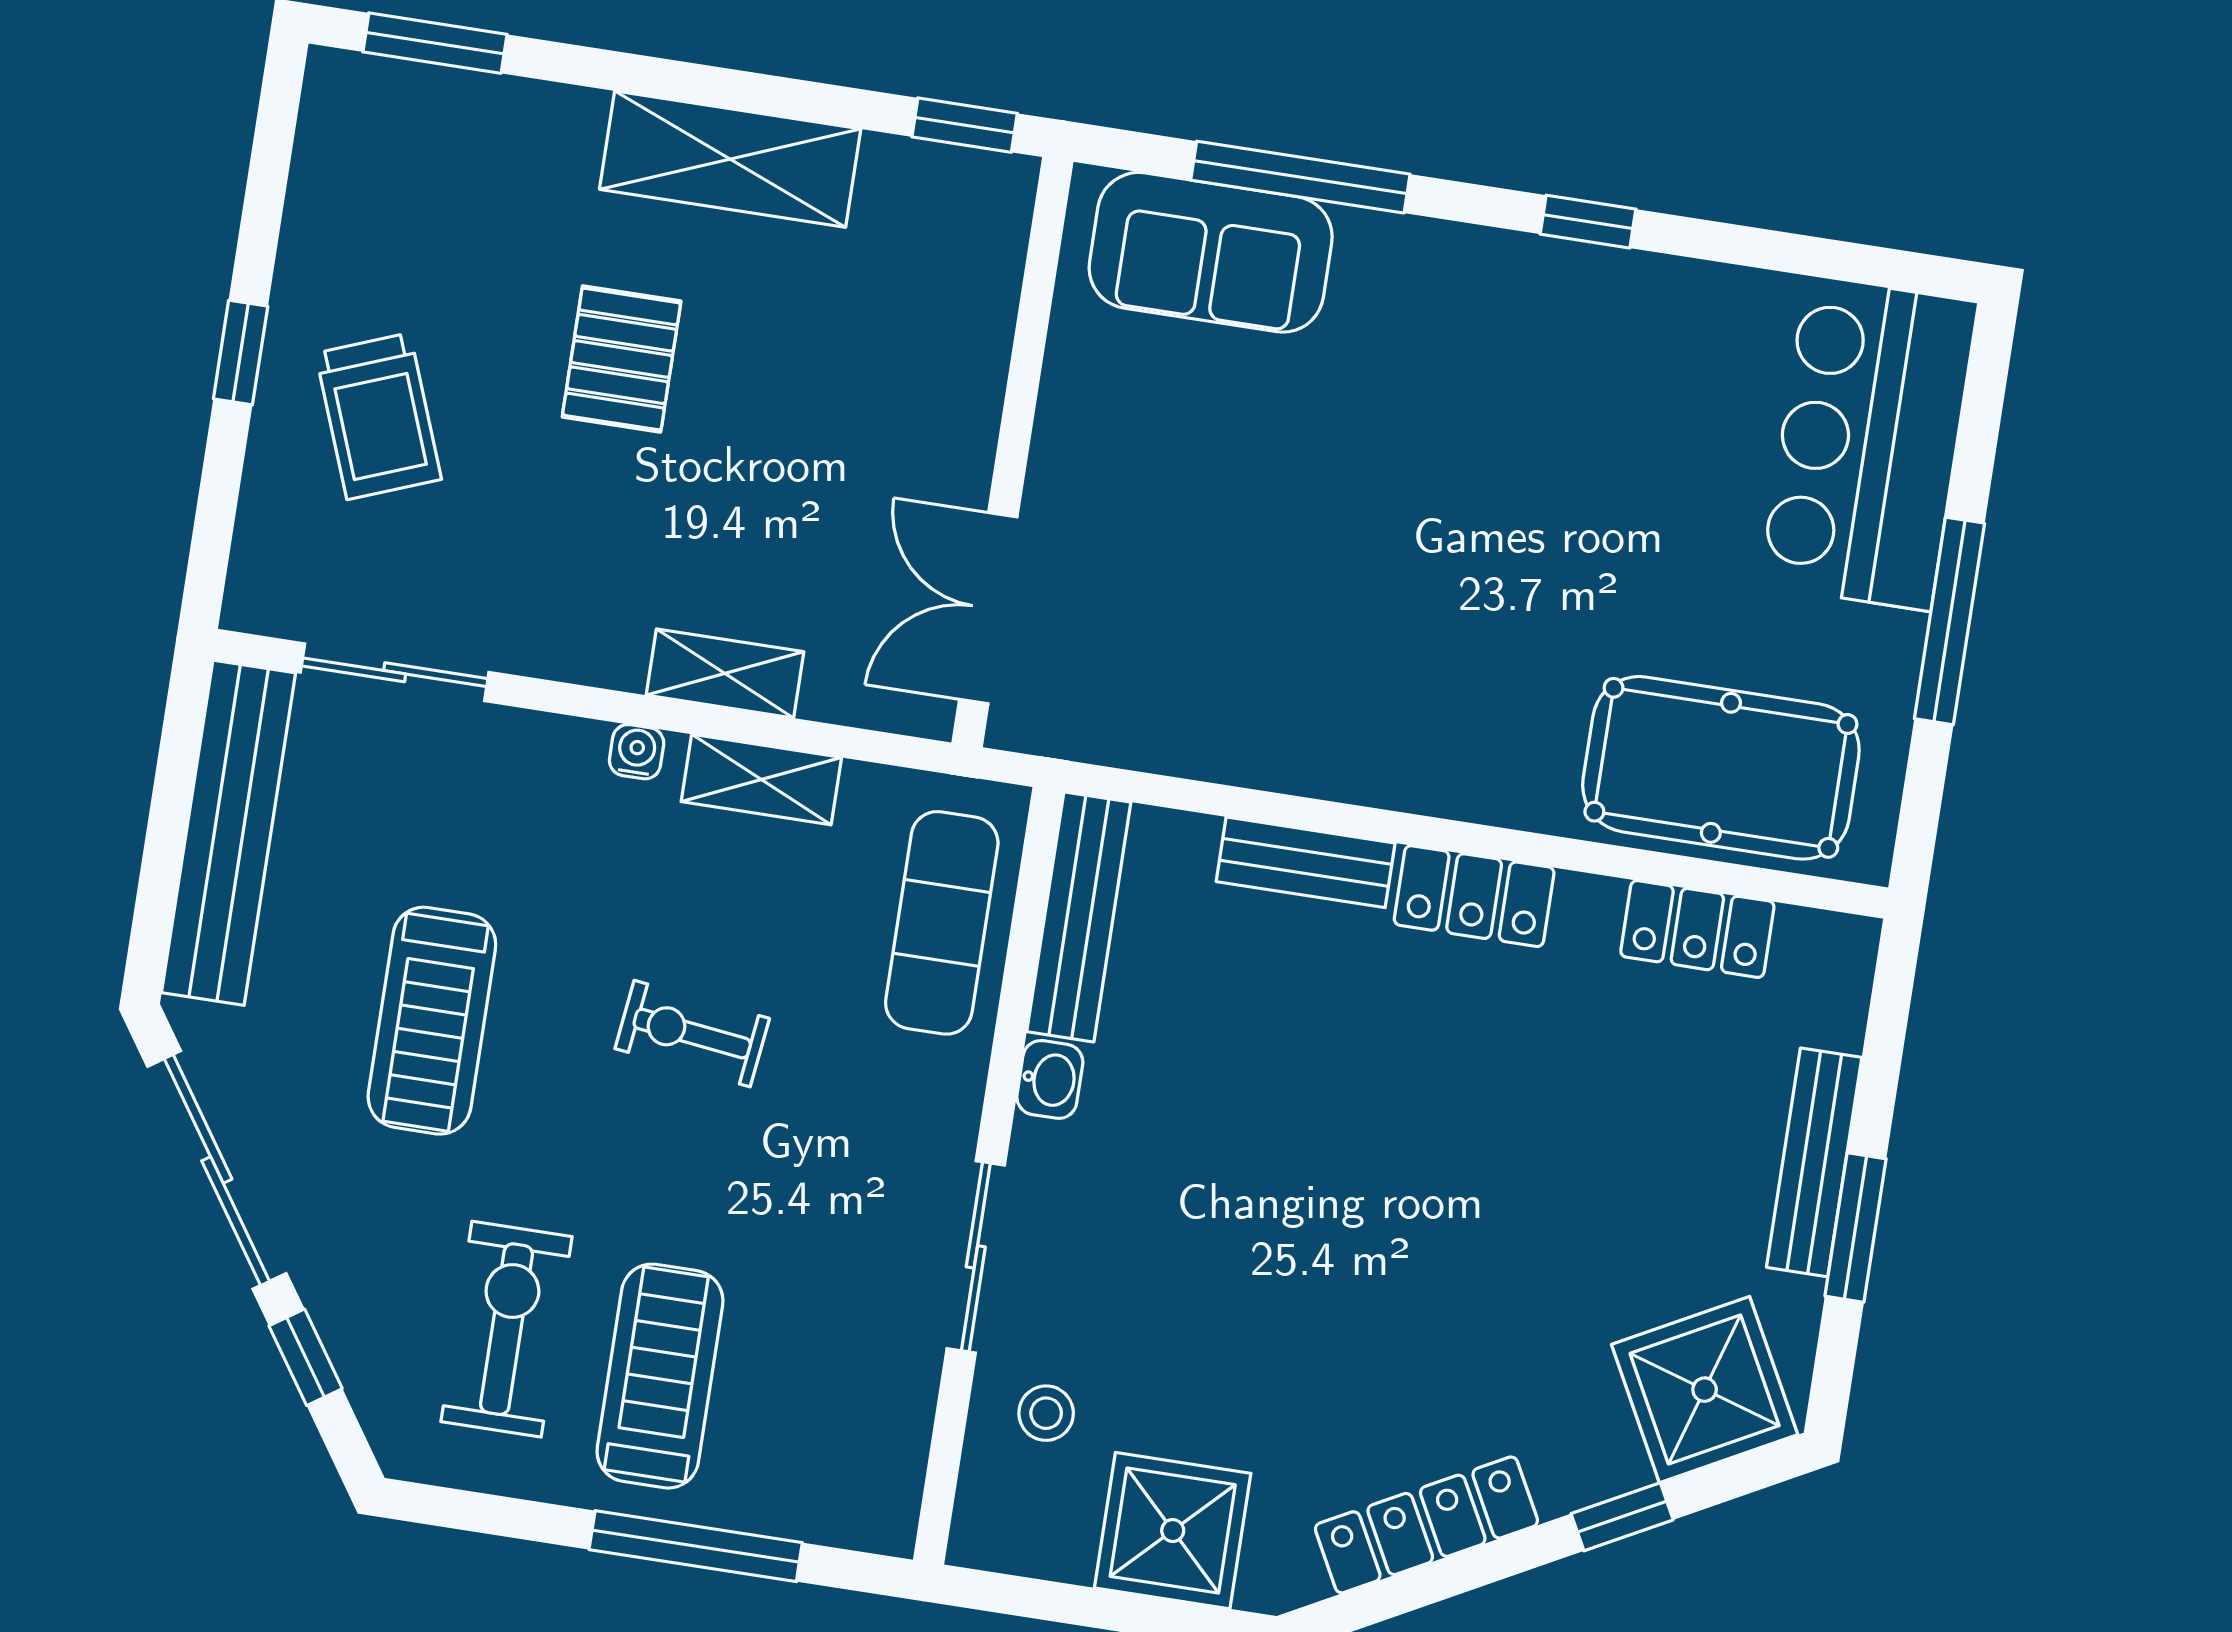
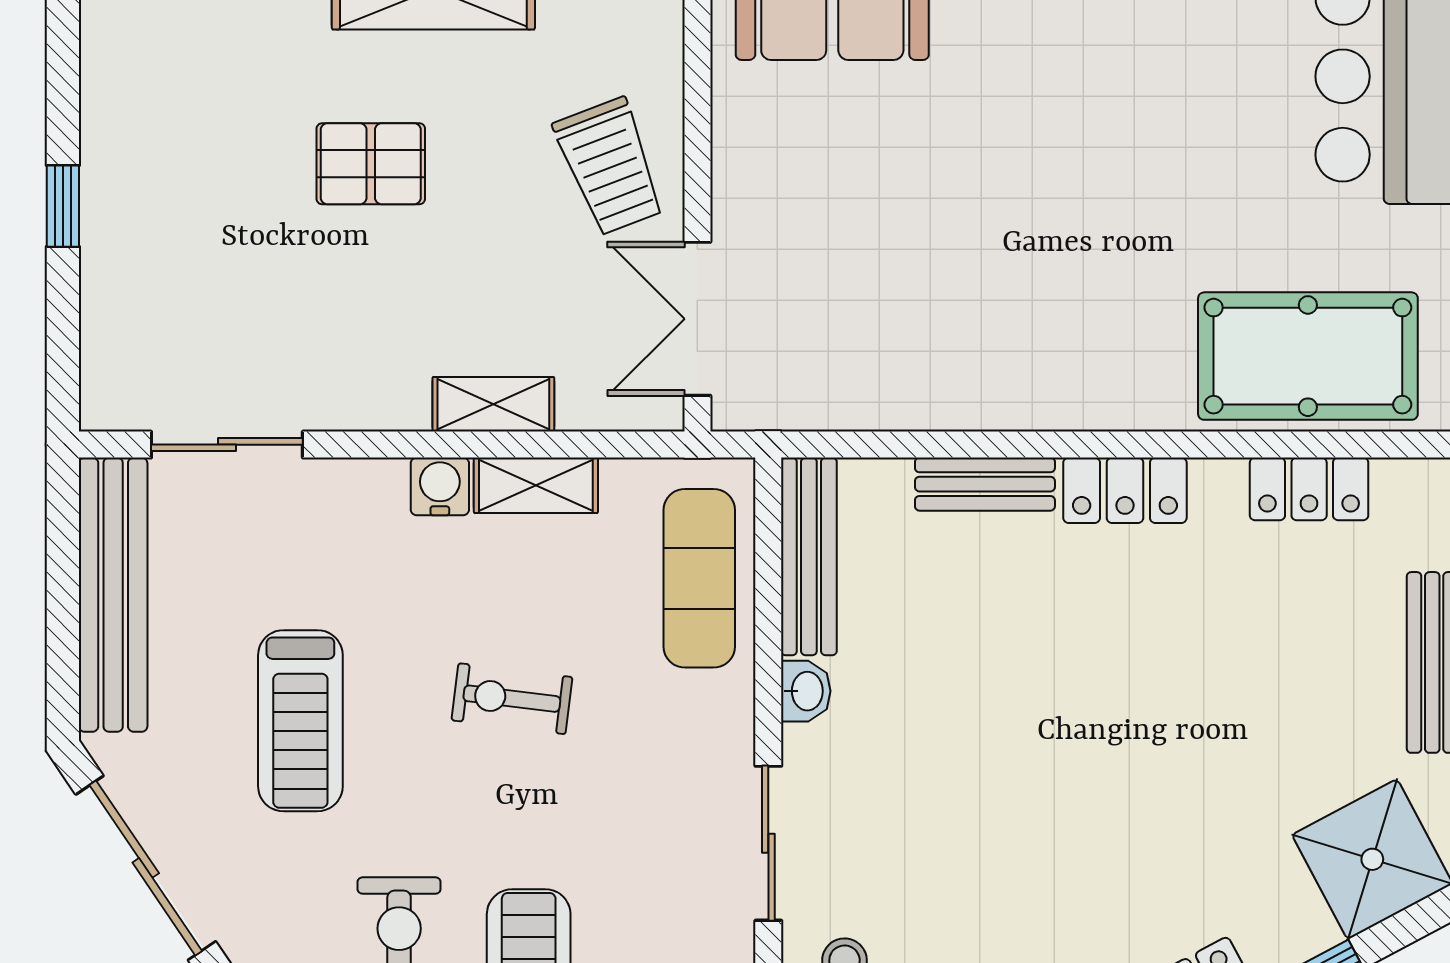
pallet: (622, 359) -> (371, 164), turned 90
trolley: (378, 416) -> (610, 167), moved
water cooler: (637, 752) -> (440, 486), width x1.38, depth x1.38

